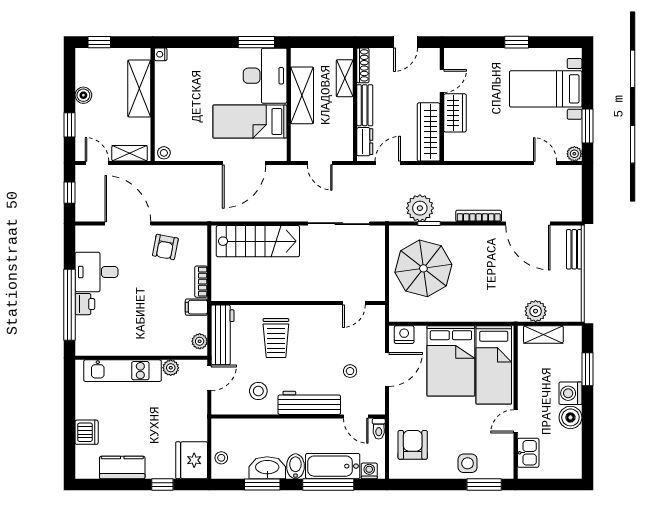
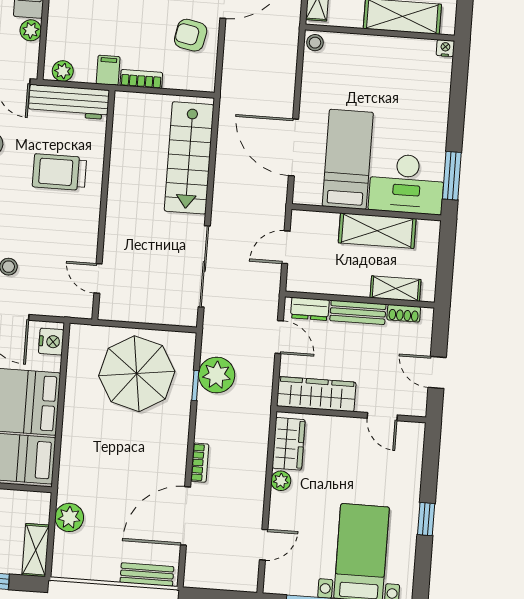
shoe rack: (363, 65) -> (404, 313), width x0.70
wardrobe: (455, 113) -> (289, 444), moved, turned -90
plant: (574, 154) -> (281, 481), moved
bookcase: (479, 216) -> (200, 463), width x0.64
shelving: (543, 335) -> (36, 550), moved

